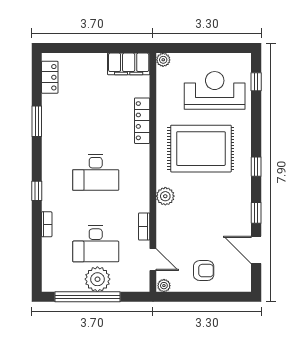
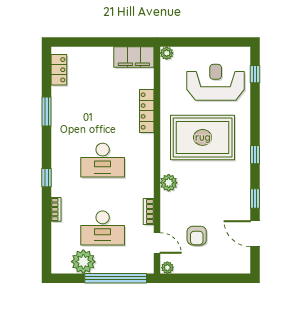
armchair: (204, 271) -> (197, 236), moved, turned 90
plant: (97, 279) -> (83, 262), moved
window: (87, 297) -> (116, 278), moved

